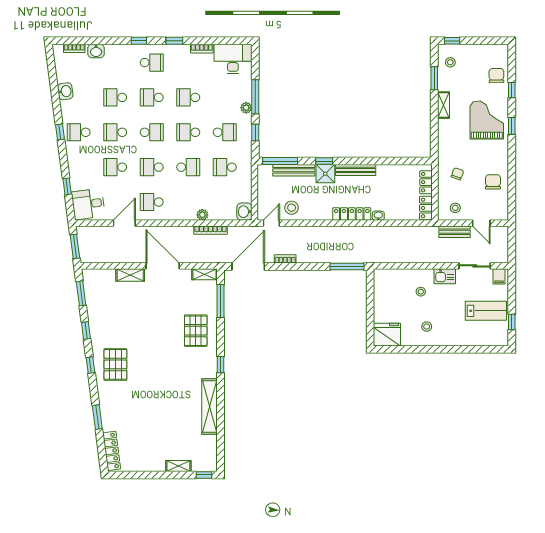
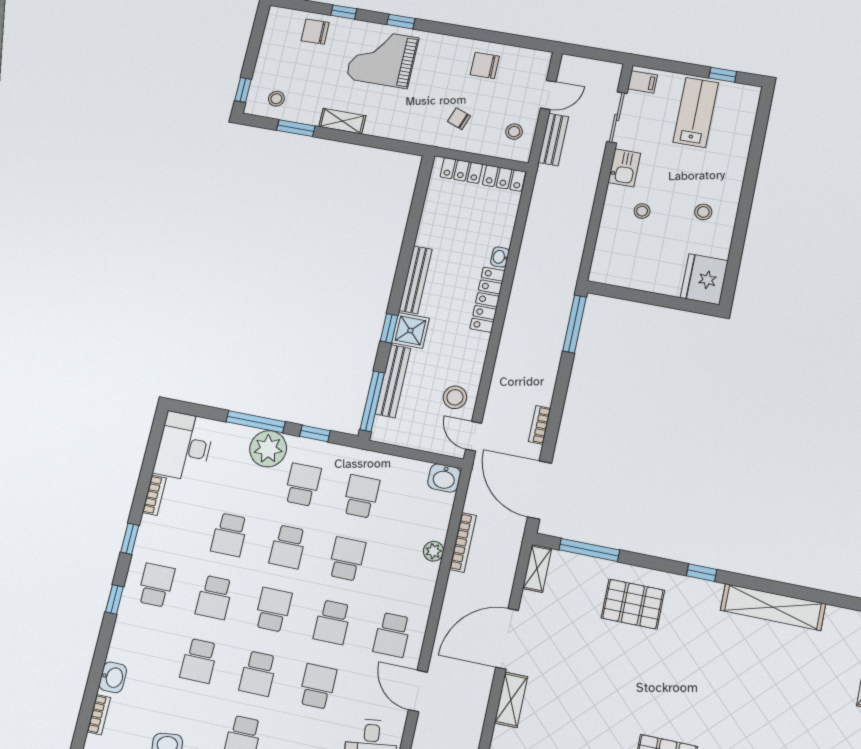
plant: (246, 108) -> (268, 449), width x1.87, depth x1.87
school desk: (115, 167) -> (318, 686), turned 180
school desk: (225, 167) -> (361, 496), turned 180

